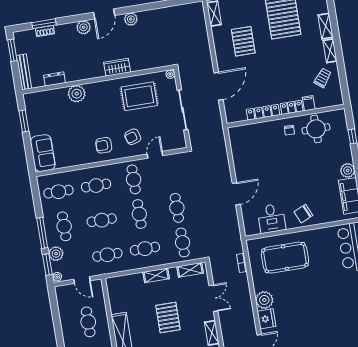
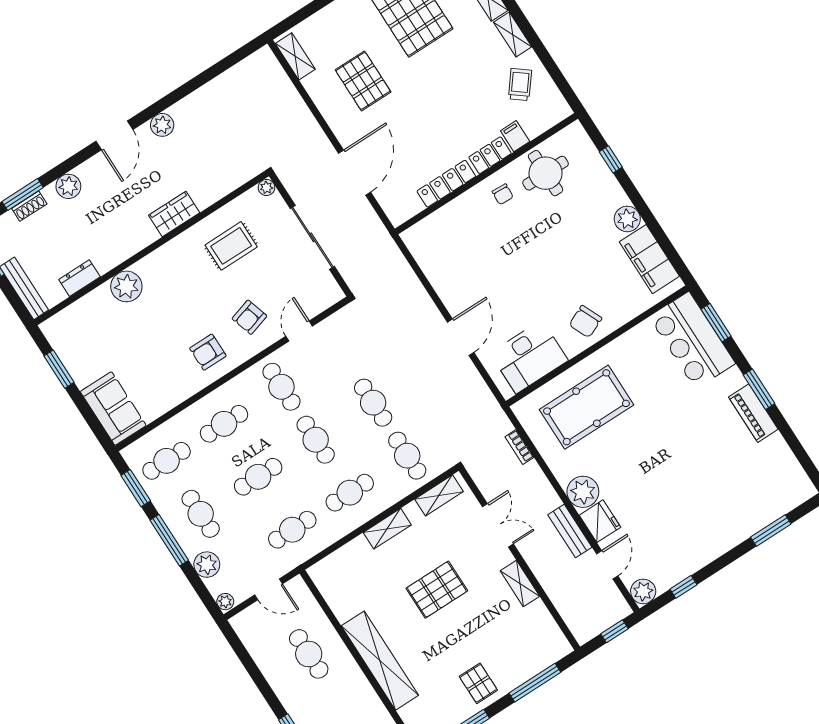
plant: (84, 27) -> (68, 186), moved
rug: (139, 96) -> (231, 246), width x0.73, depth x0.70
desk: (271, 218) -> (529, 357), width x1.37
window: (47, 264) -> (136, 488), moved
pallet: (168, 317) -> (437, 590), turned 90
bench: (249, 317) -> (570, 531), added

